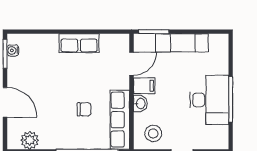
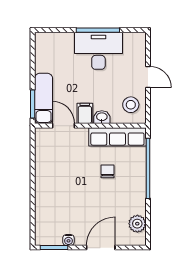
row of seats: (79, 43) -> (44, 176), removed
exam couch: (182, 43) -> (44, 98), moved
water cooler: (13, 50) -> (68, 240), moved

